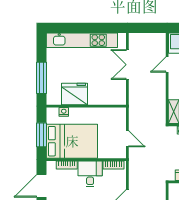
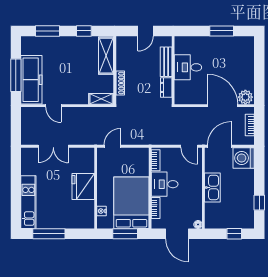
kitchen unit: (82, 40) -> (28, 202), width x0.73
window: (42, 78) -> (49, 234), moved
fridge: (74, 94) -> (83, 186), moved
door: (127, 139) -> (112, 146), moved

